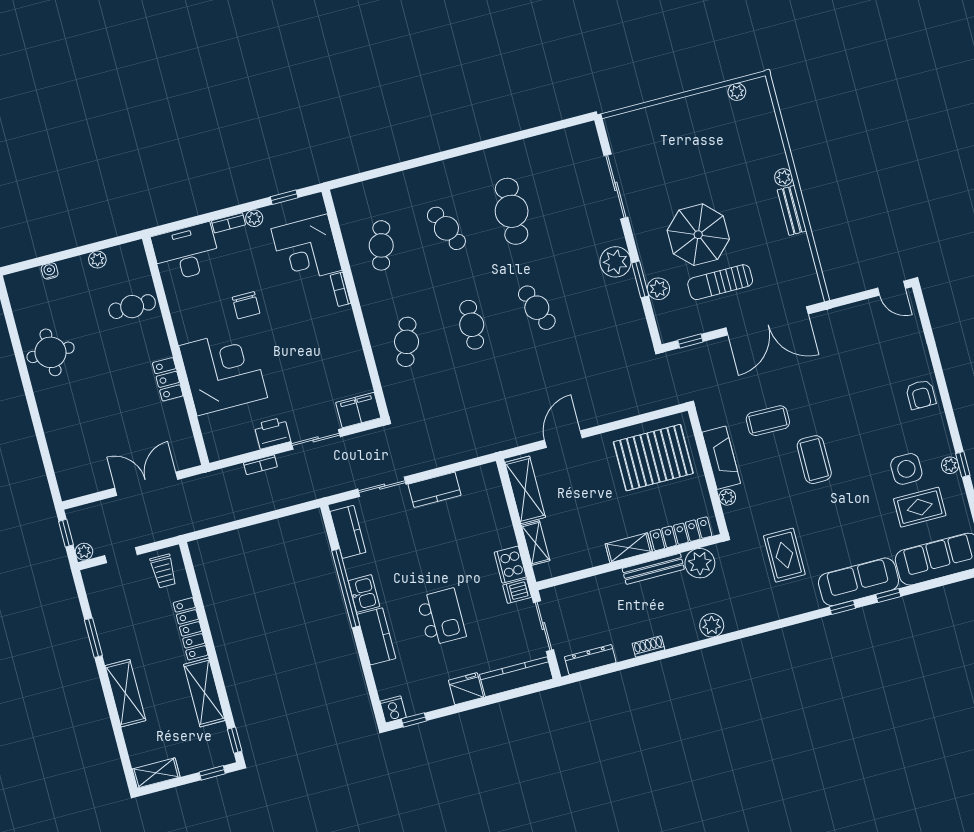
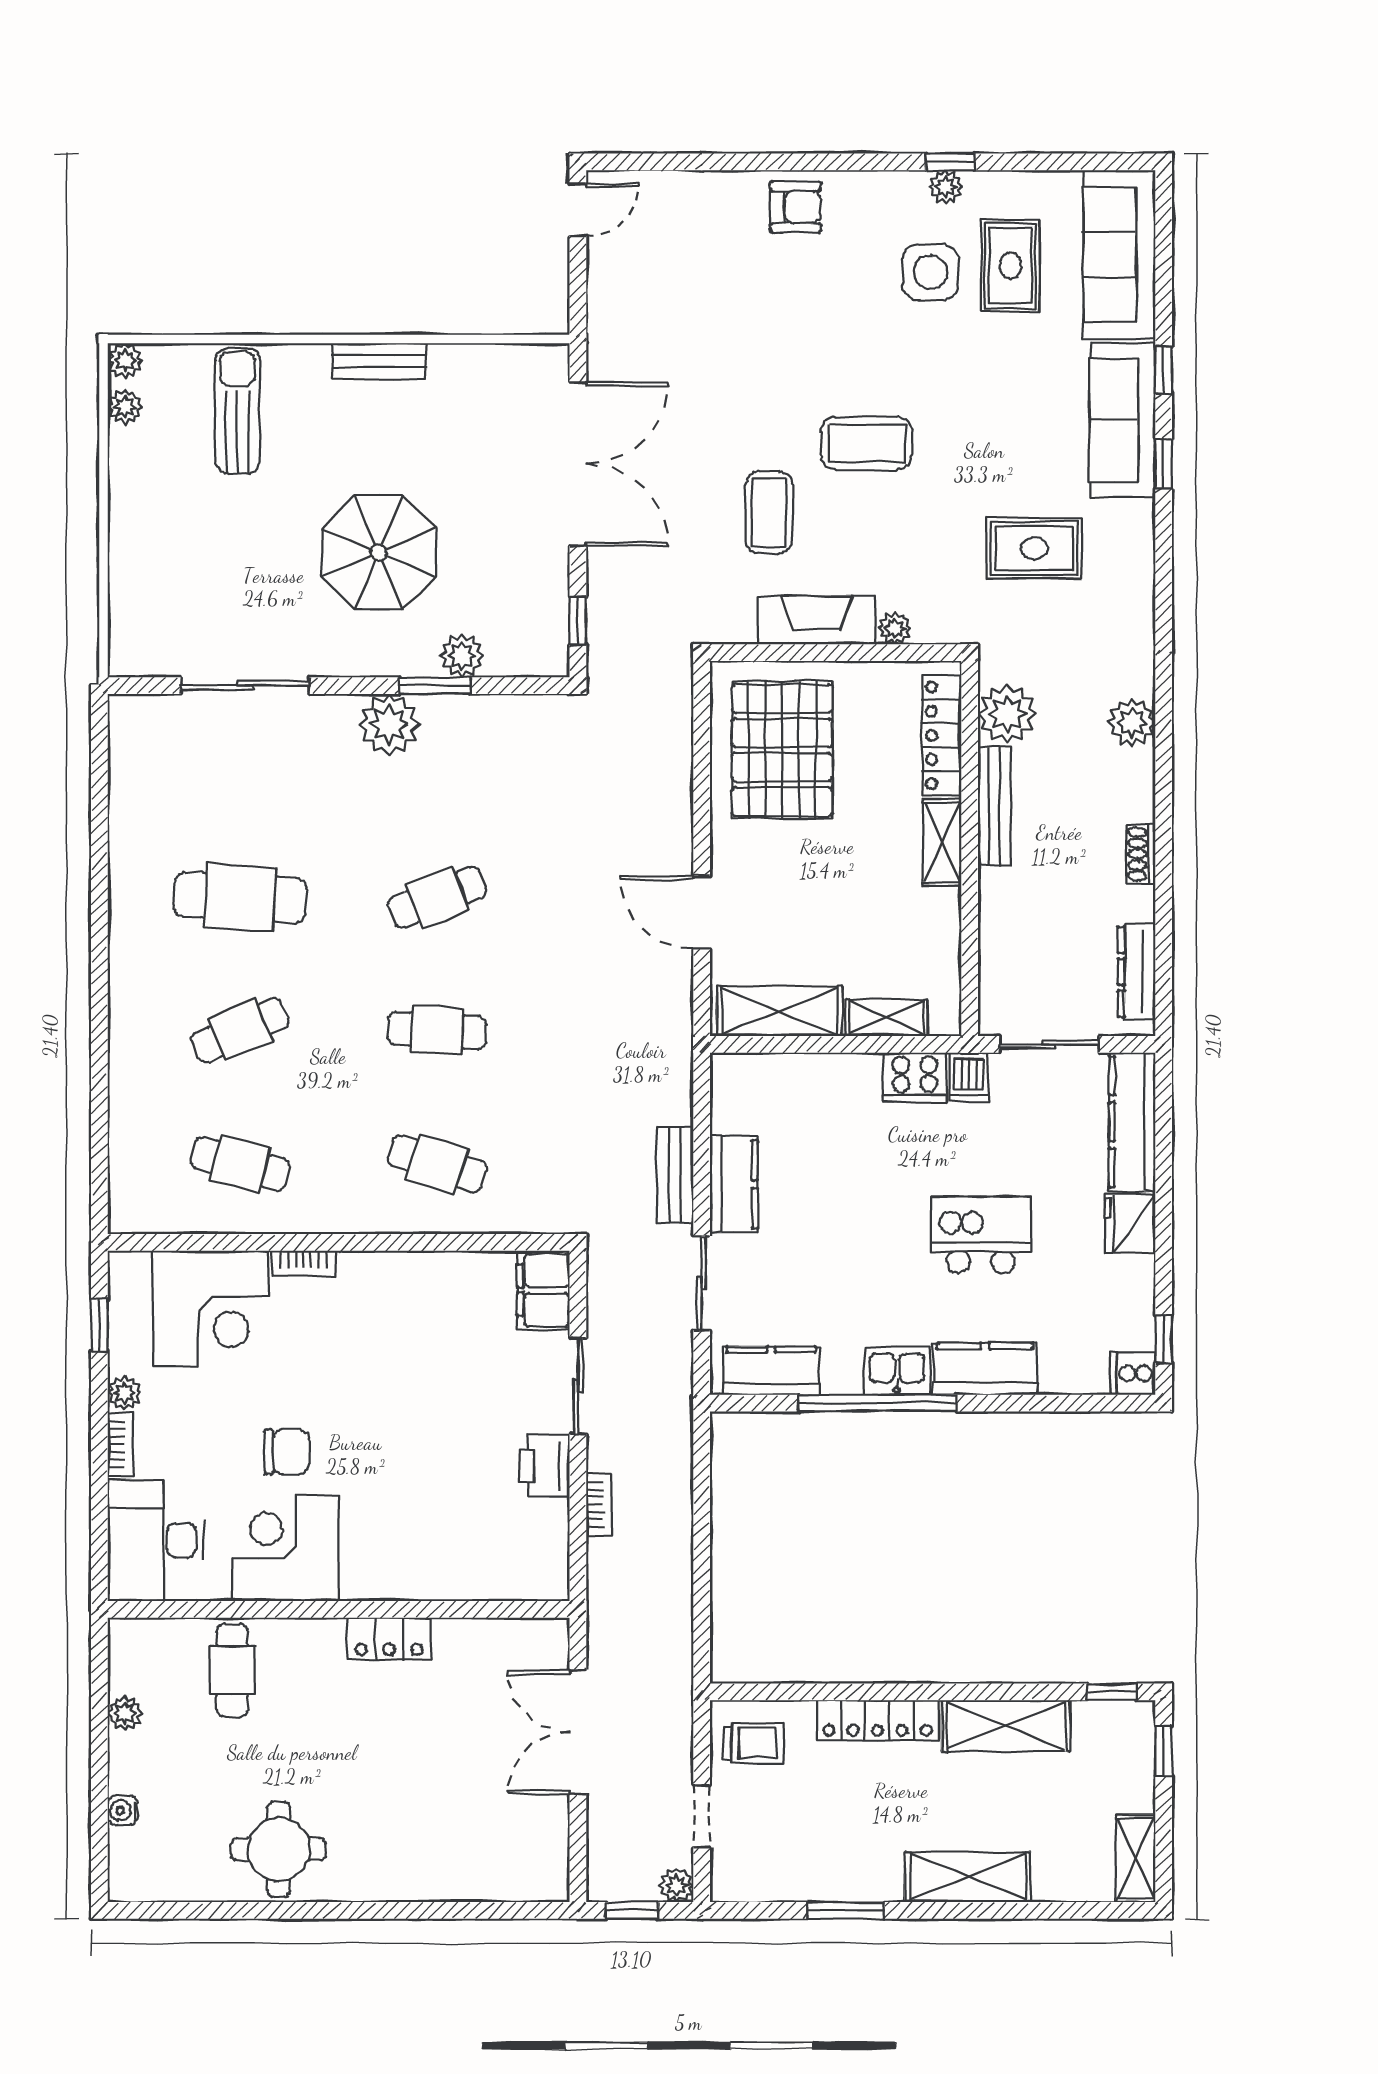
plant: (784, 177) -> (125, 361), moved
sun lounger: (720, 282) -> (237, 411), moved, turned 180
corner desk: (223, 372) -> (285, 1548), moved, width x0.74, depth x0.74
bench: (432, 460) -> (675, 1175), added

